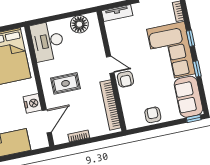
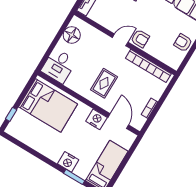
desk: (48, 41) -> (59, 66), width x0.73

